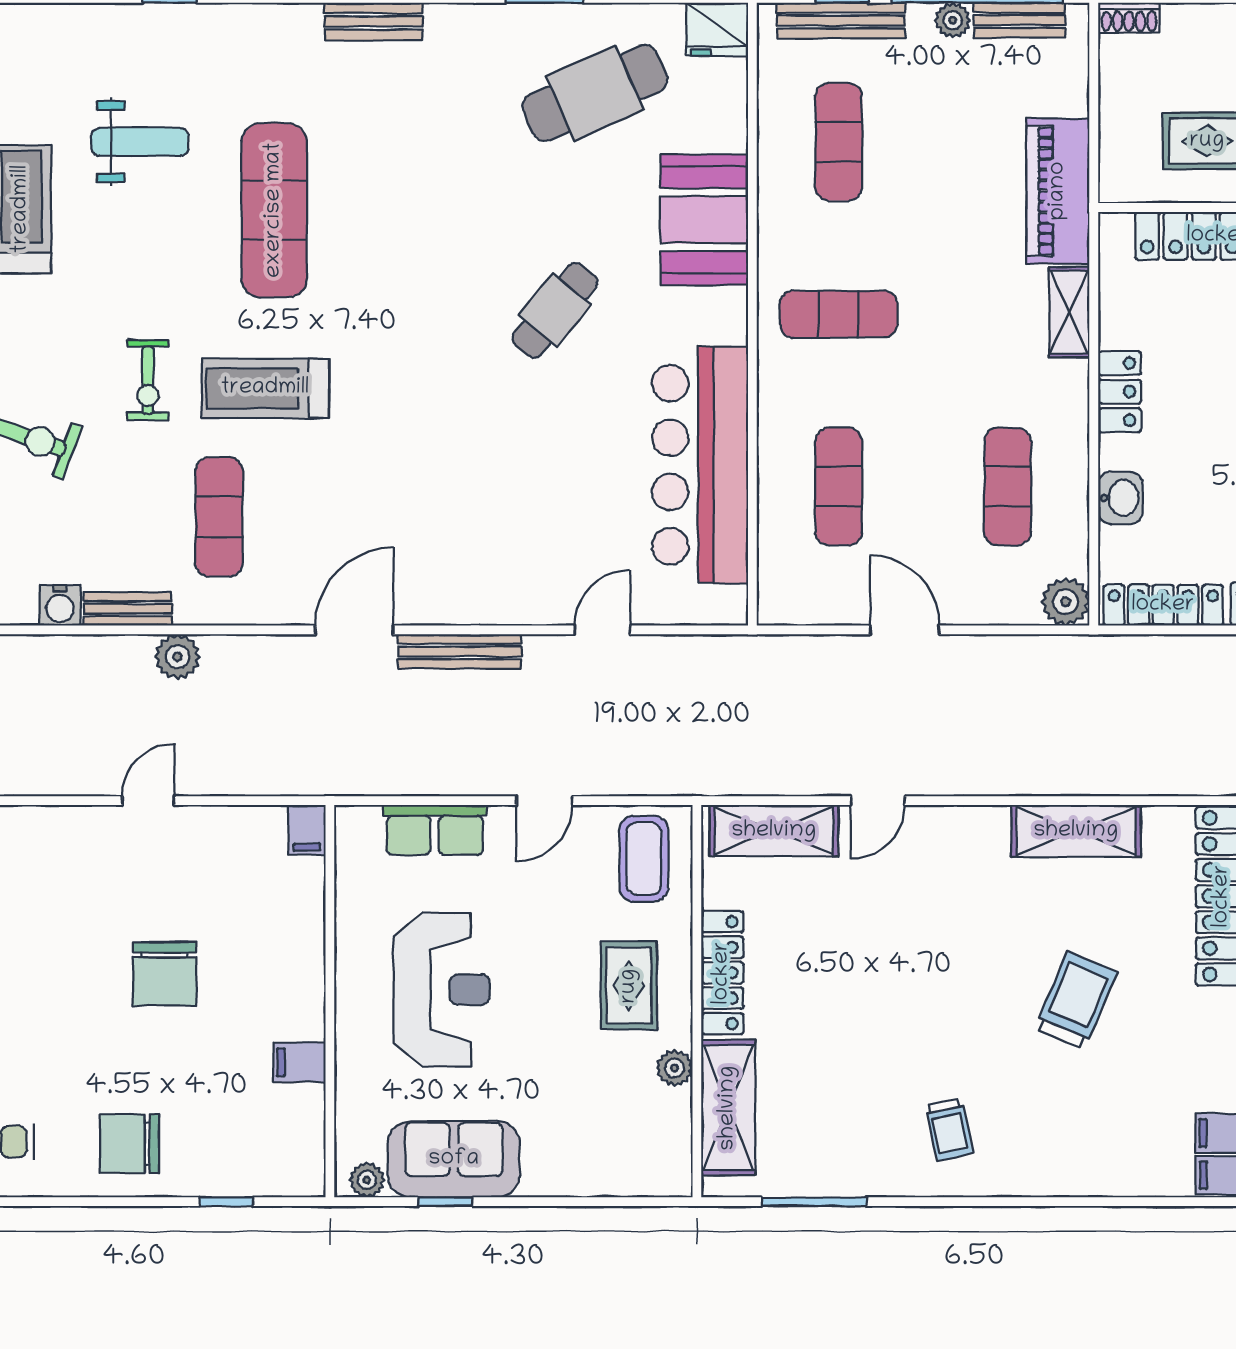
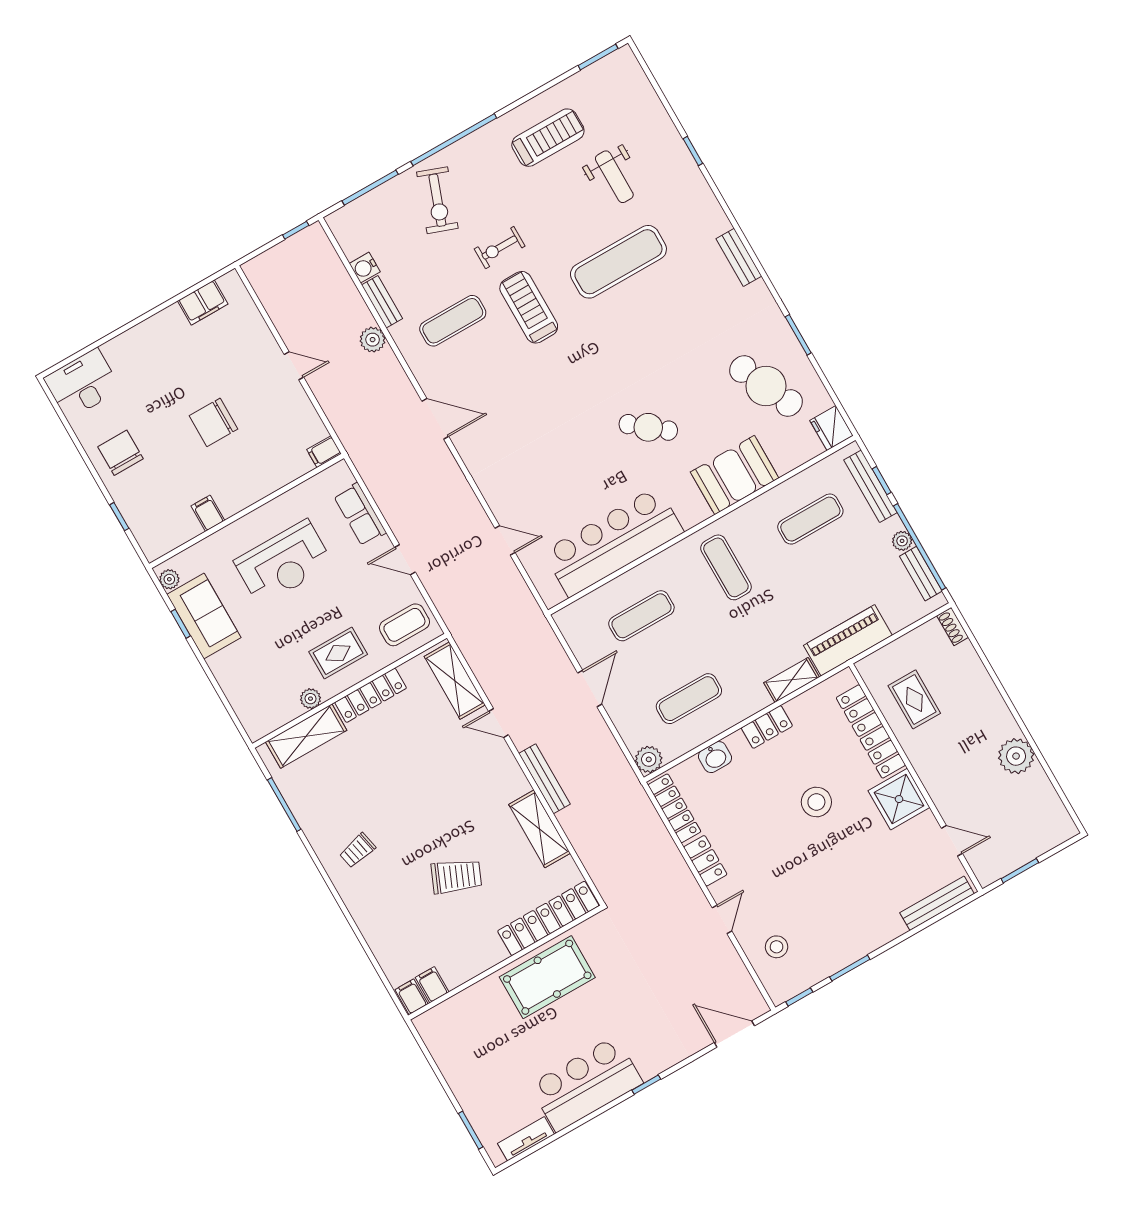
bench: (460, 651) -> (544, 779), moved

